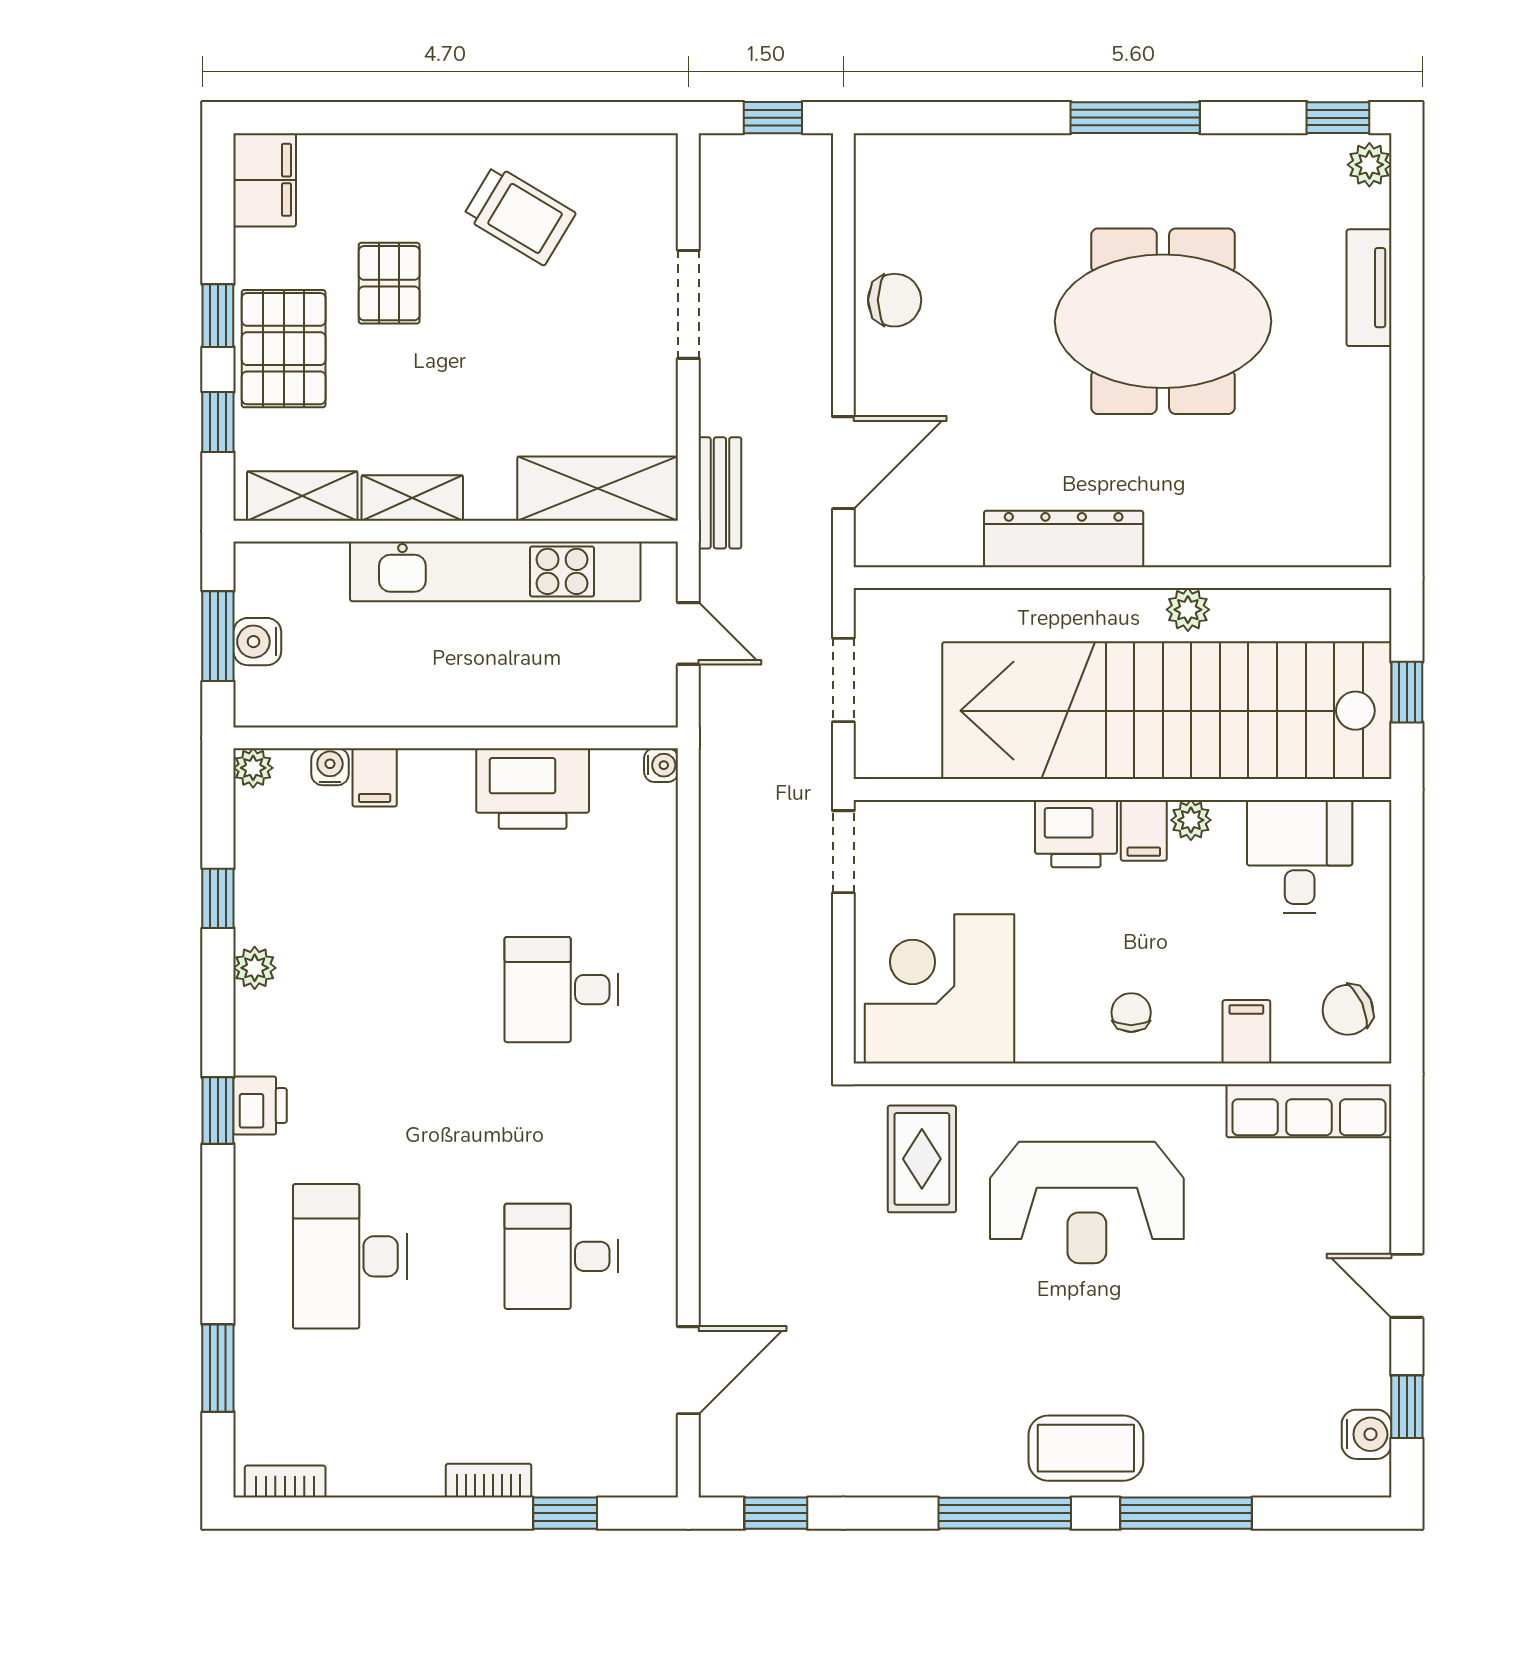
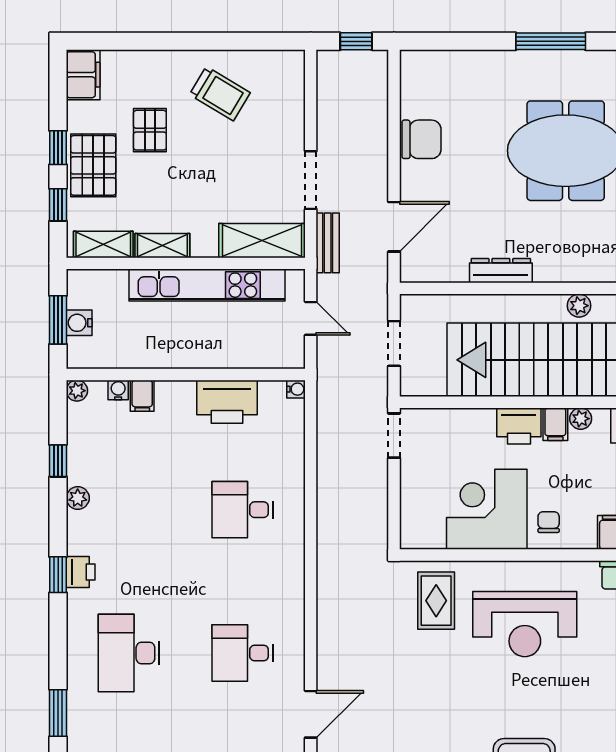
chair: (895, 300) -> (421, 139), width x1.37, depth x1.37
doorway: (688, 304) -> (311, 180), moved
dresser: (1064, 539) -> (501, 271), width x0.73, depth x0.80
corner desk: (939, 989) -> (487, 509), moved

